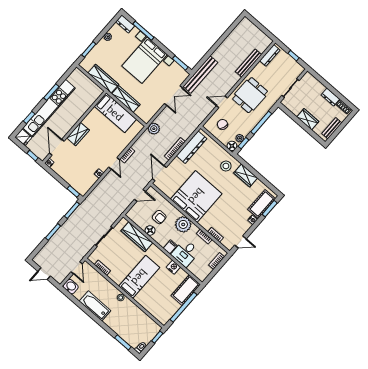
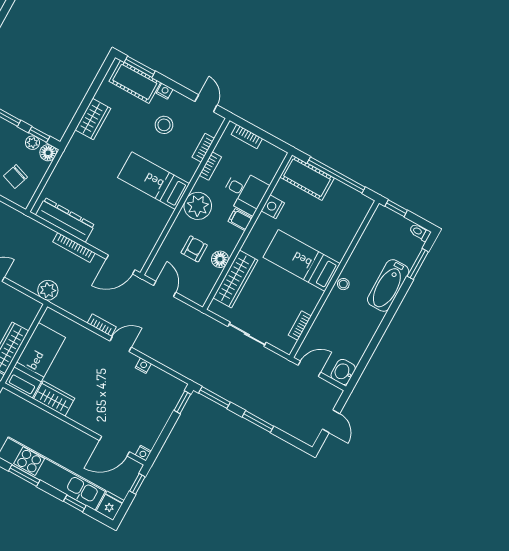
wardrobe: (78, 134) -> (54, 399), moved
stool: (226, 166) -> (164, 125), moved
bed: (196, 196) -> (154, 181), width x0.49
bathtub: (95, 306) -> (388, 285), moved

